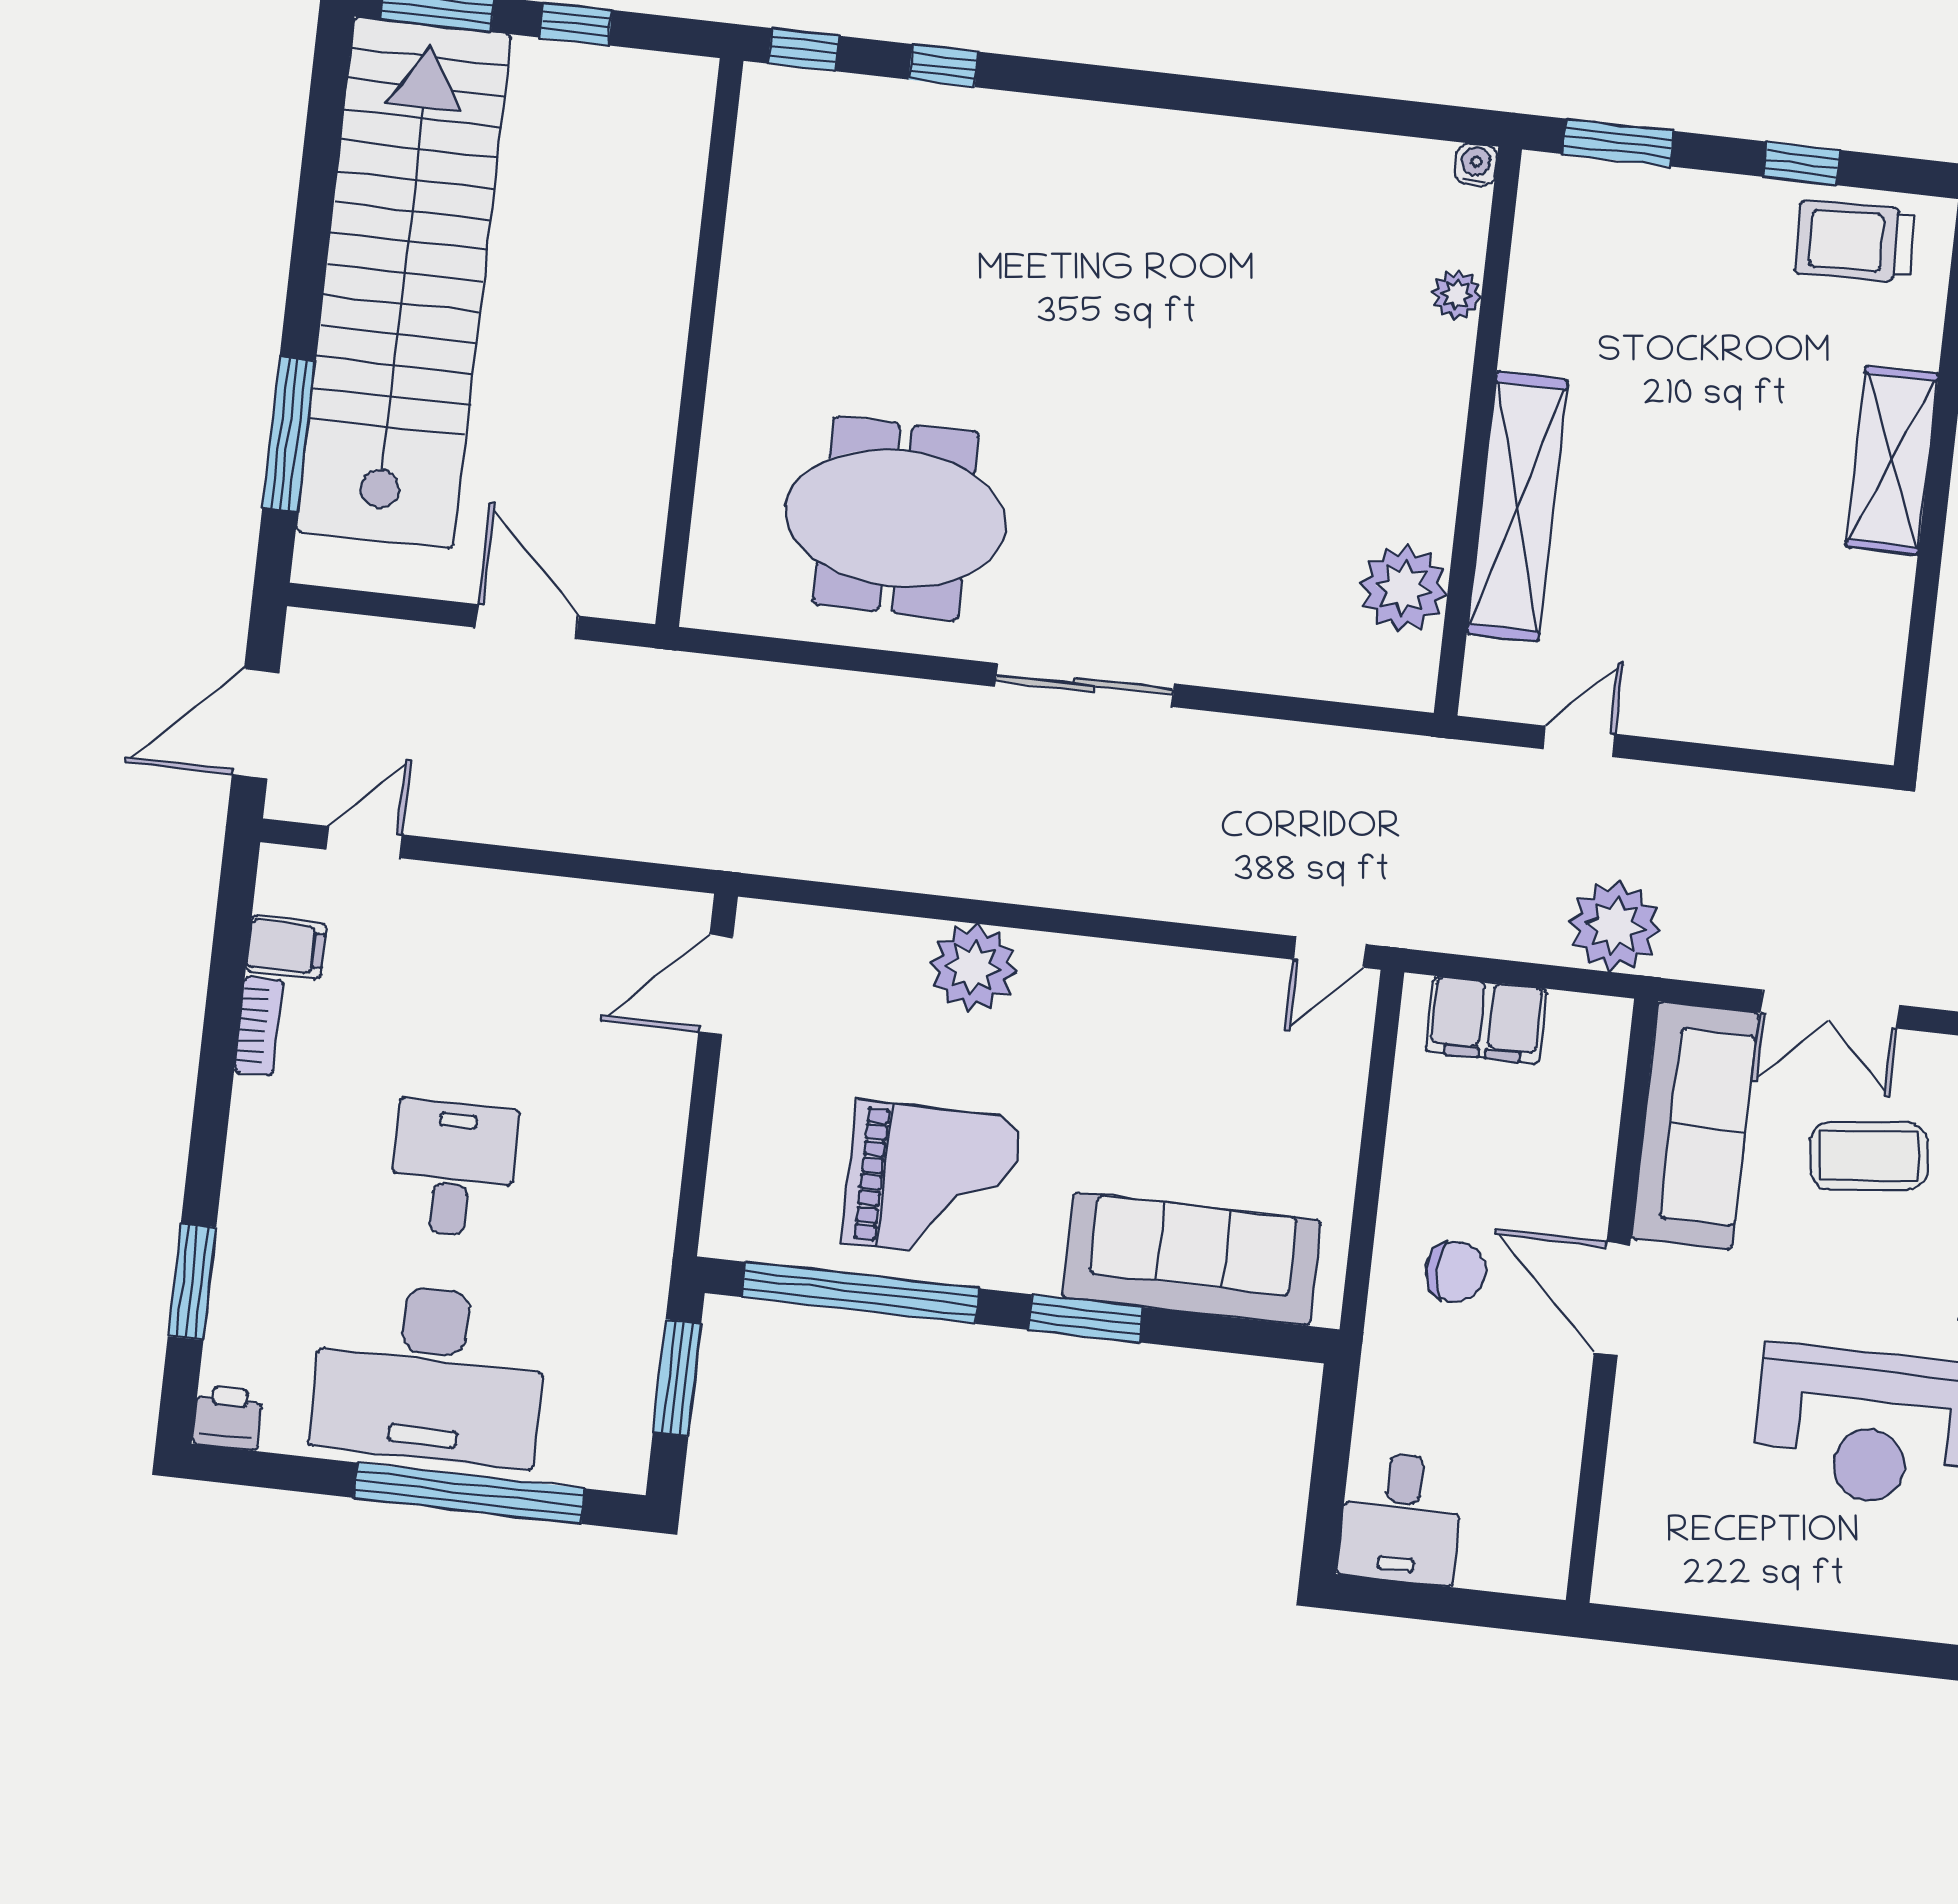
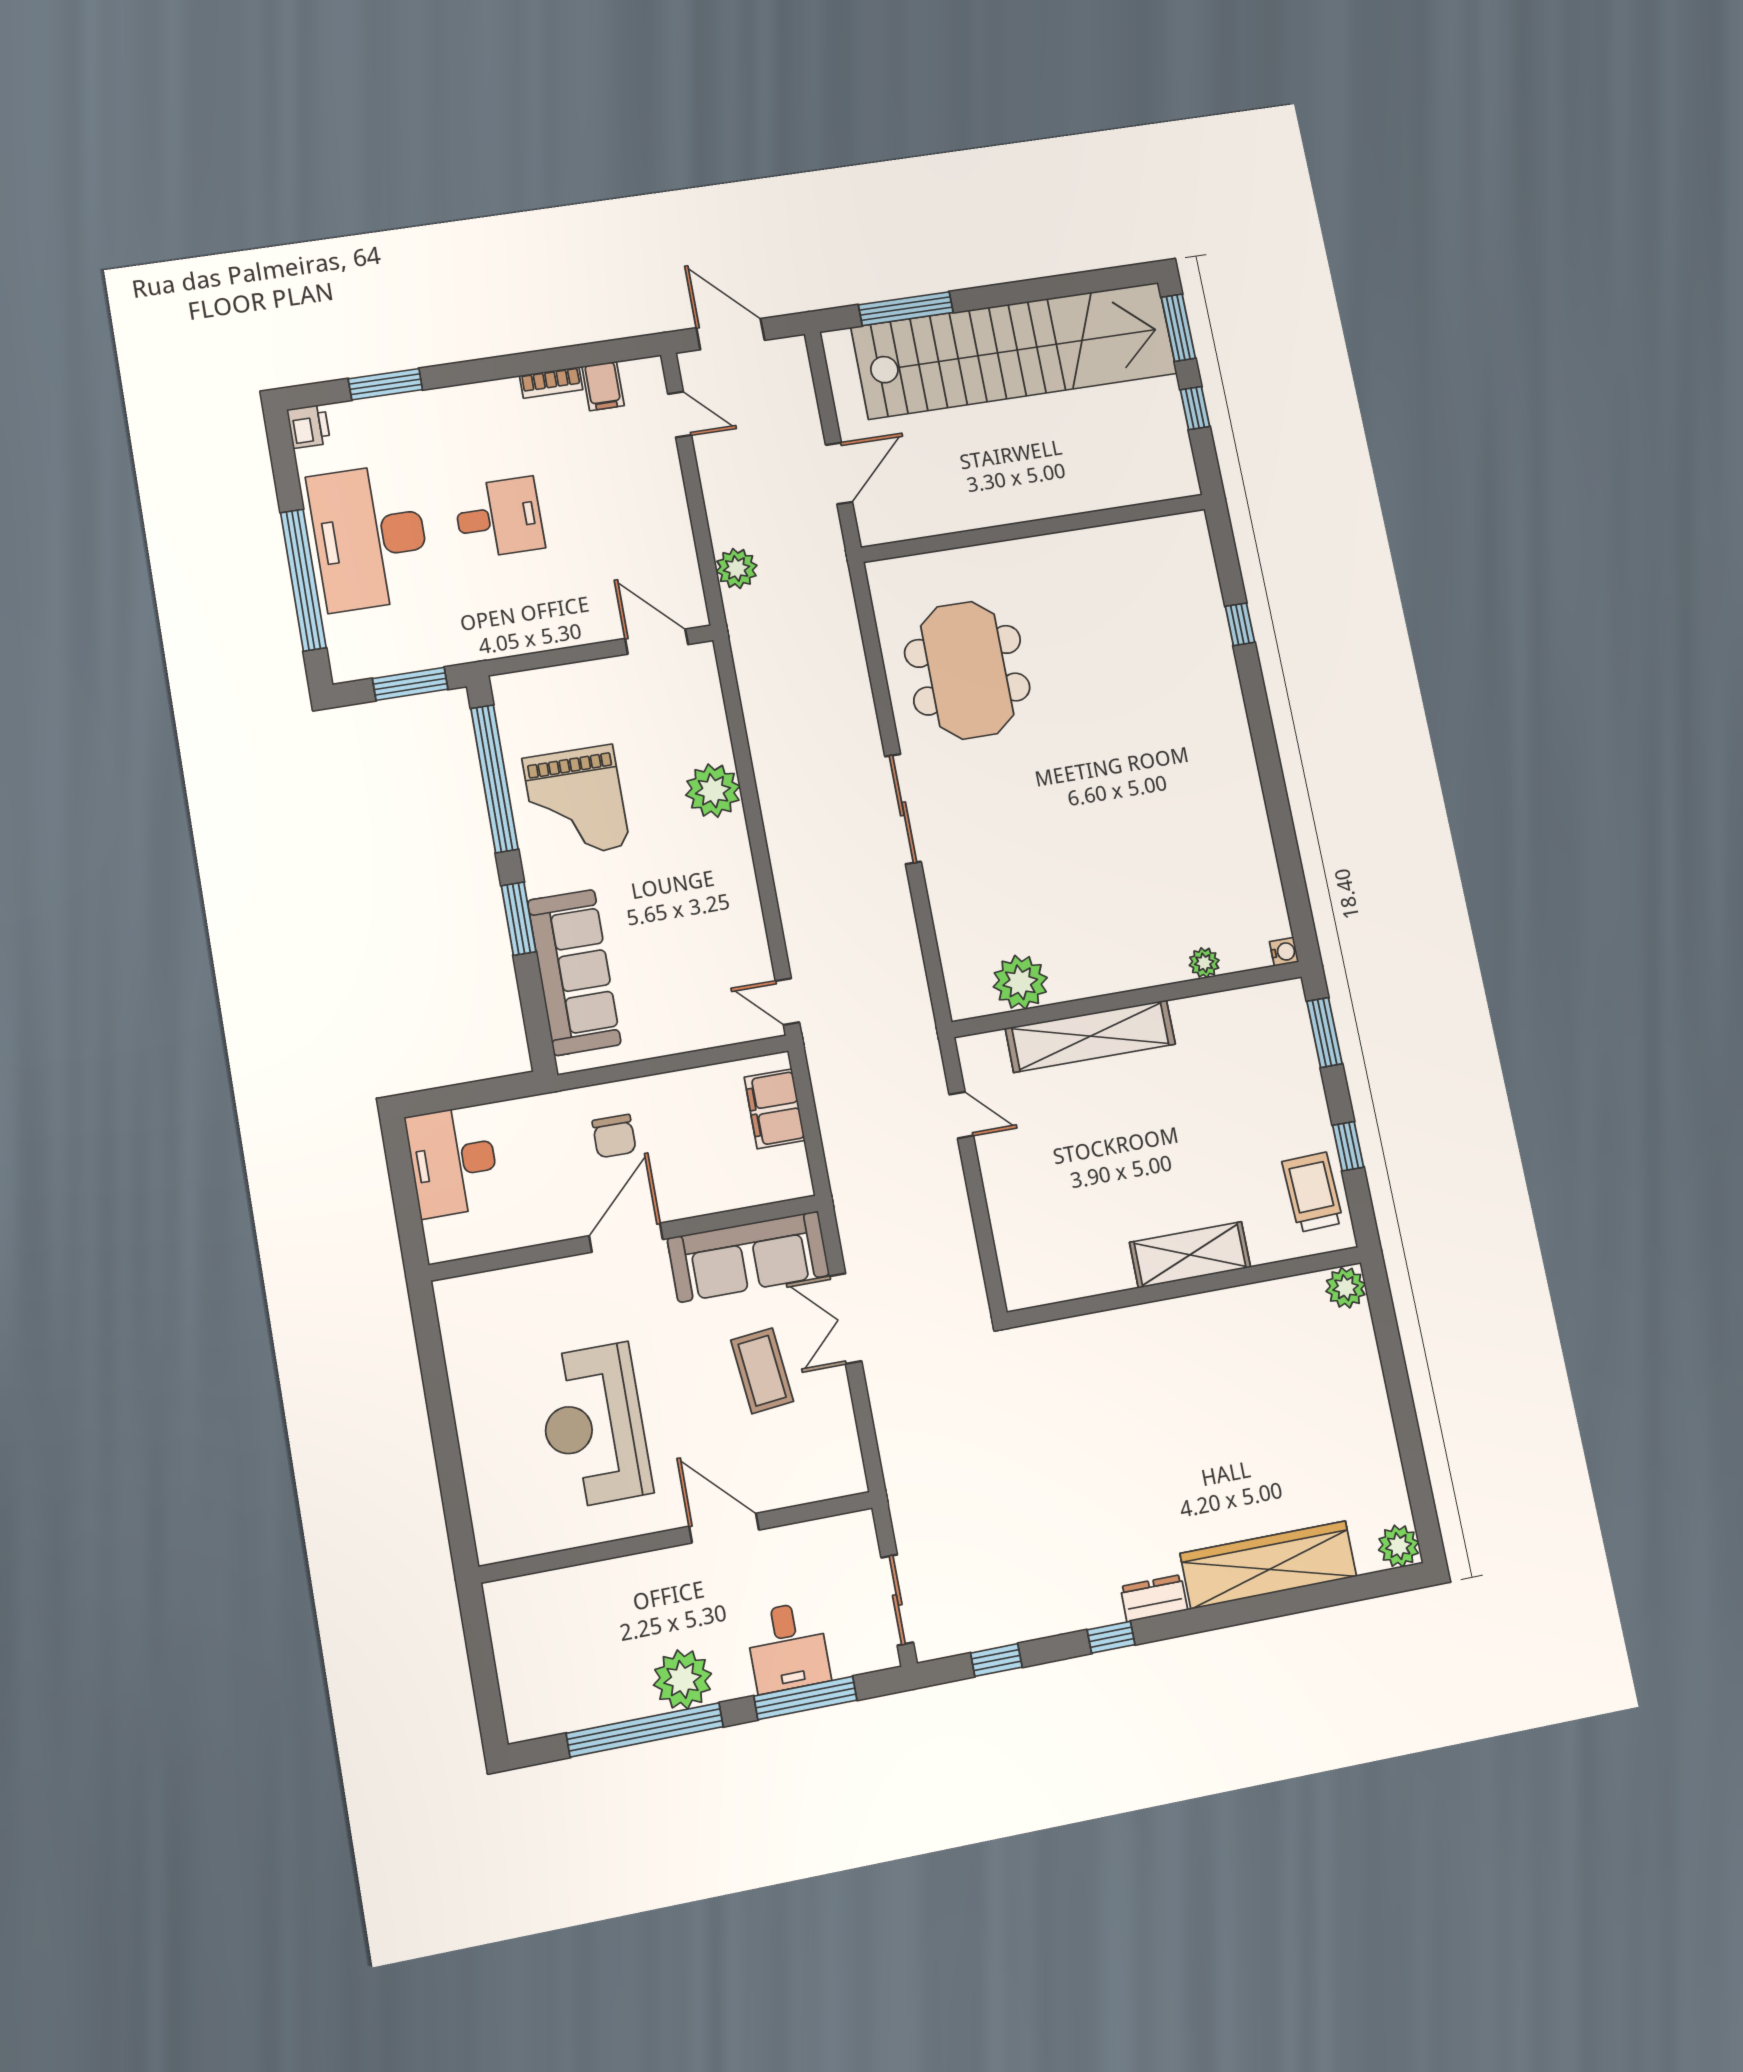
window: (803, 50) -> (1223, 541), removed
plant: (1615, 926) -> (737, 568), moved, width x0.73, depth x0.73
desk: (1401, 1518) -> (453, 1161), width x1.37

